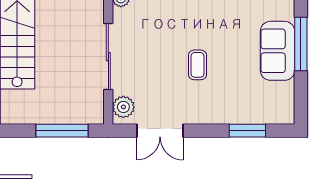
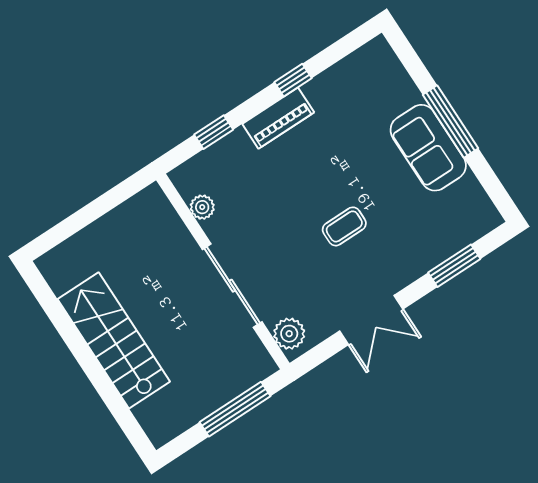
coffee table: (197, 65) -> (344, 226), turned 90
double door: (160, 131) -> (371, 320), moved

